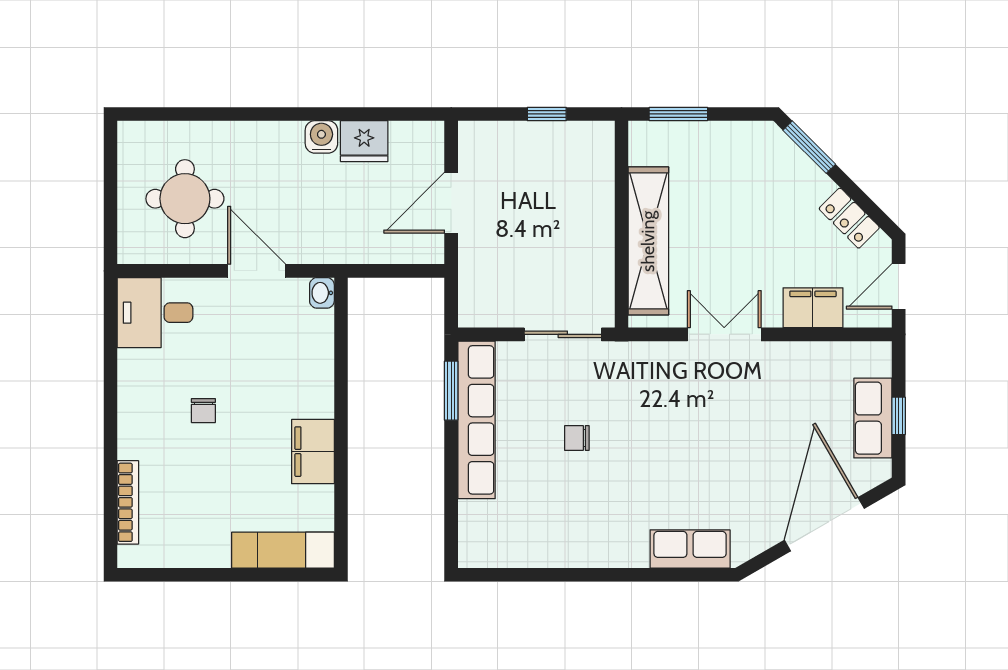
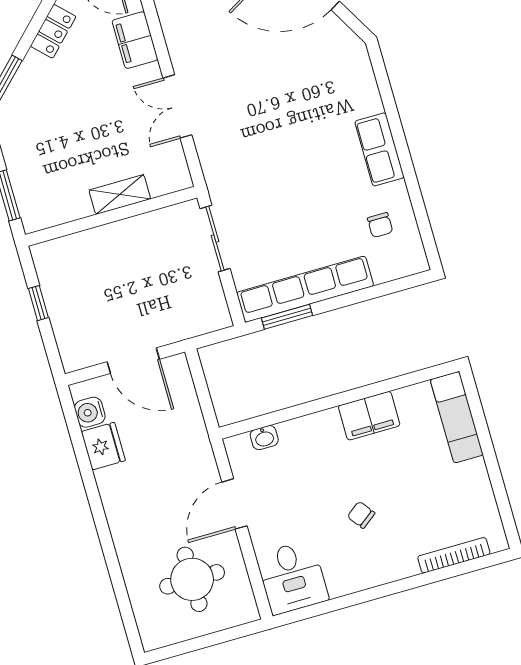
water cooler: (321, 137) -> (90, 412), moved
shelving: (648, 241) -> (120, 194), width x0.45, depth x0.75
washbasin: (322, 293) -> (264, 438), moved
chair: (203, 411) -> (361, 515), turned -127
chair: (577, 438) -> (380, 225), moved
row of seats: (690, 549) -> (379, 149), moved

